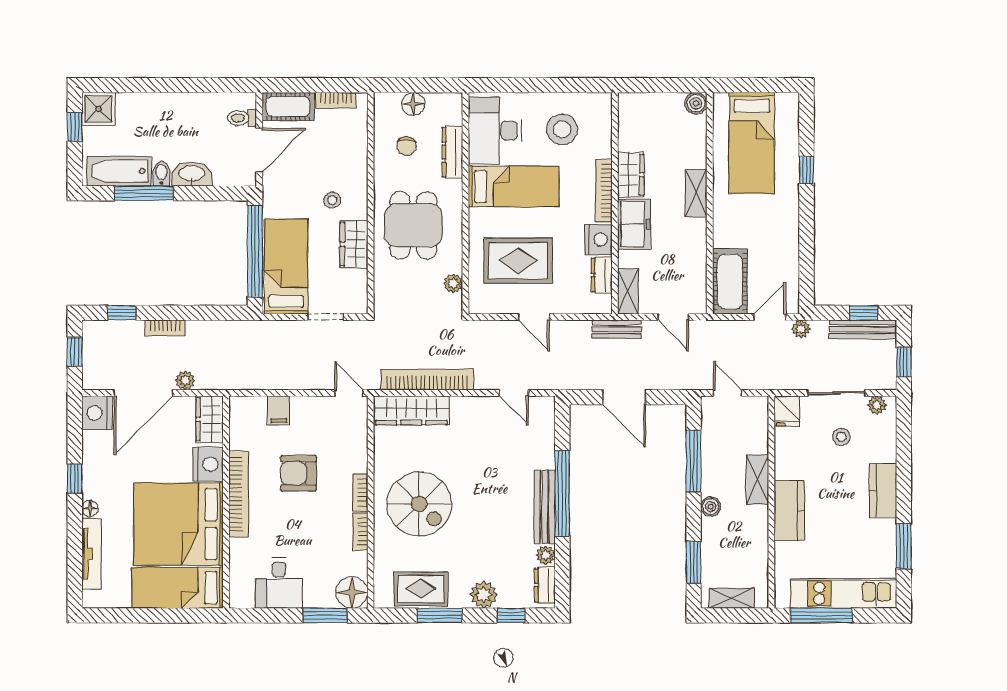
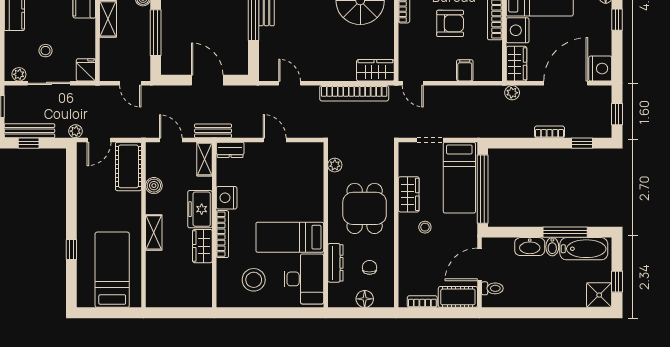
boiler: (696, 103) -> (154, 186), moved
rug: (518, 261) -> (286, 182), removed
dresser: (602, 275) -> (230, 150), moved, turned 90
plant: (185, 380) -> (512, 93), moved
wardrobe: (411, 410) -> (375, 70), width x0.67

